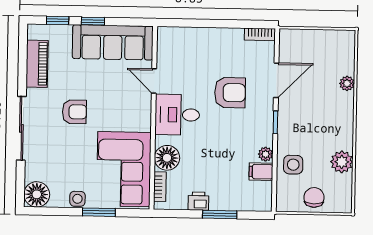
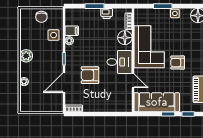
plant: (342, 162) -> (26, 56), moved
corner sofa: (124, 169) -> (149, 47), moved

